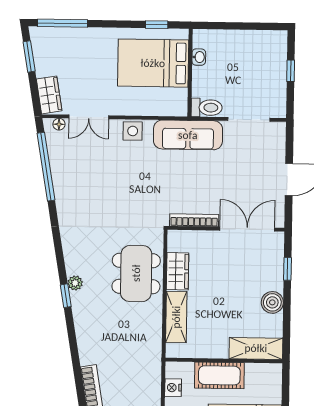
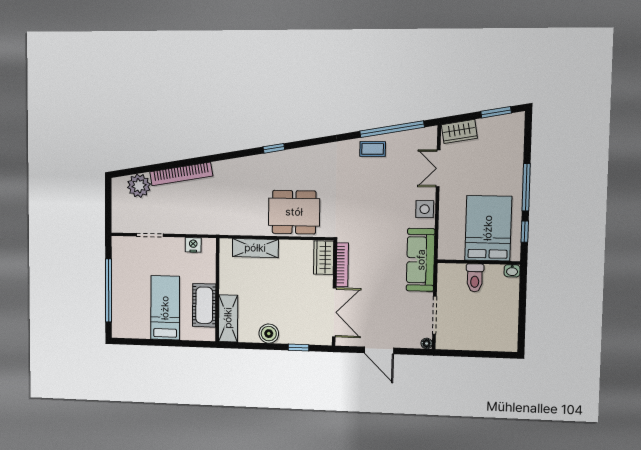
window: (62, 23) -> (526, 187), moved
washbasin: (199, 57) -> (512, 271), moved
window: (291, 71) -> (479, 354), removed
toilet: (207, 108) -> (475, 278), moved
floor lamp: (59, 124) -> (427, 343), moved
coffee table: (67, 187) -> (373, 149), added
wardrobe: (178, 271) -> (324, 258), moved, turned 90
plant: (75, 283) -> (285, 157), removed
cot: (219, 375) -> (204, 305), moved

